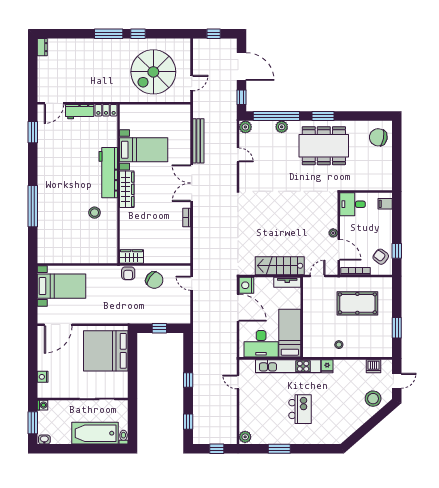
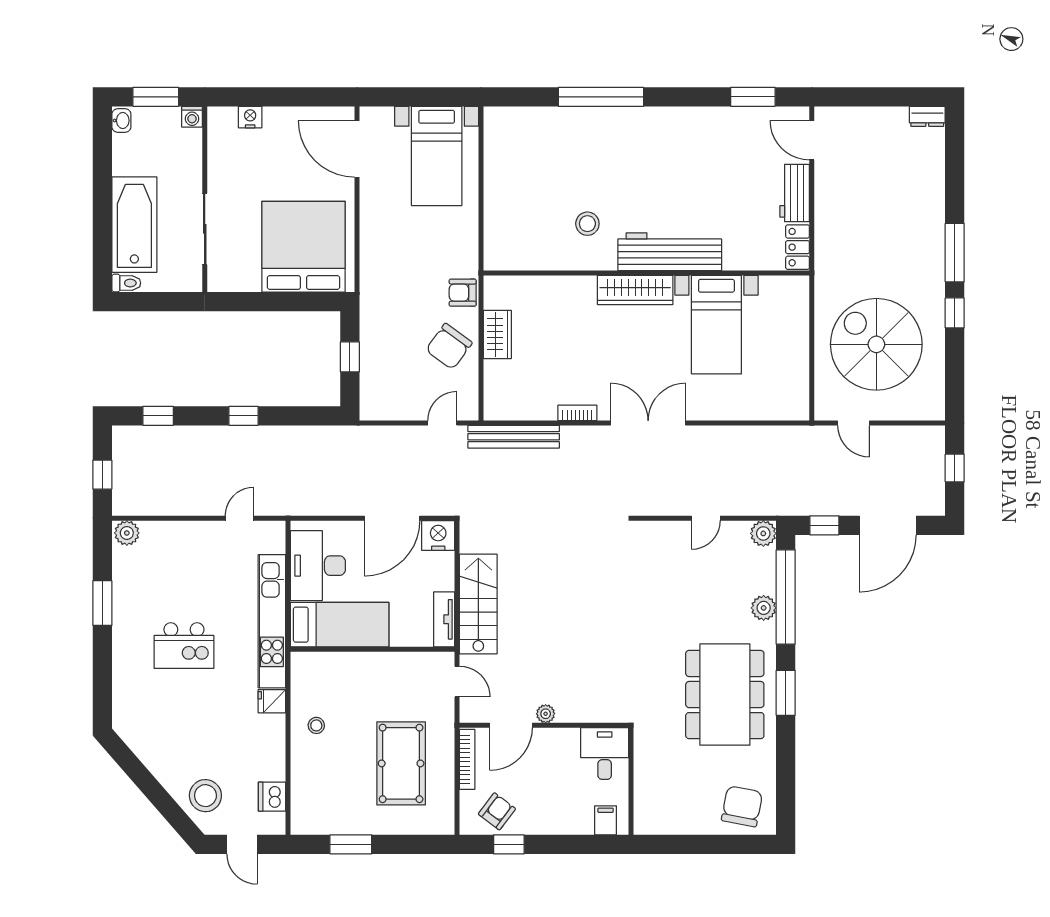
bench: (198, 141) -> (514, 437), moved
wardrobe: (132, 256) -> (497, 334), moved

